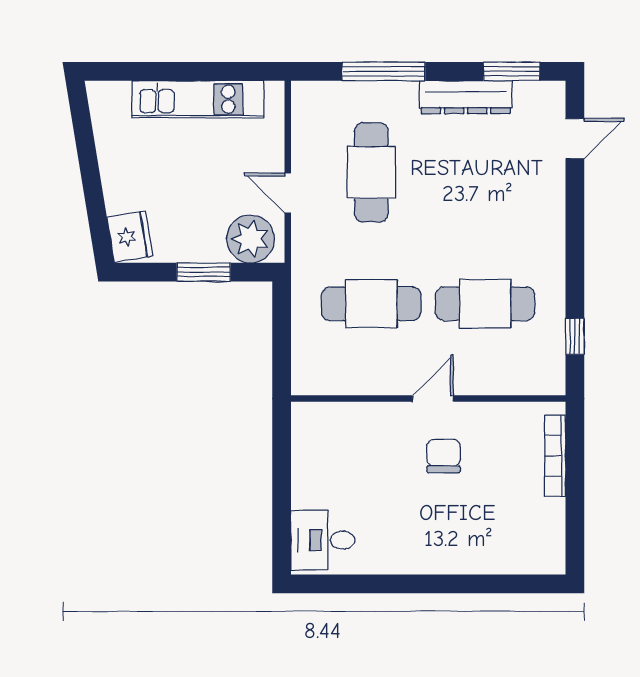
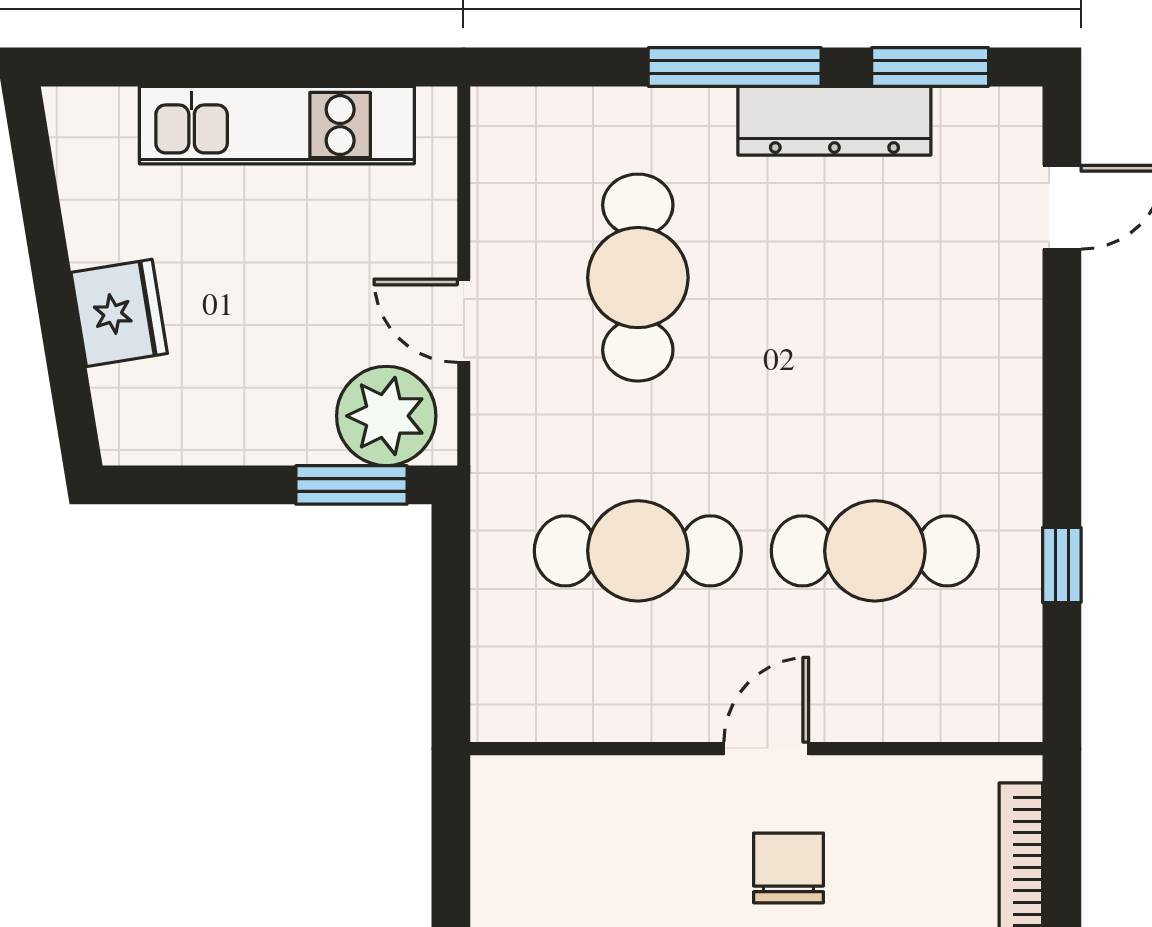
window: (384, 71) -> (735, 67), moved
fridge: (130, 236) -> (119, 313), moved
window: (204, 272) -> (351, 485), moved
window: (575, 336) -> (1062, 565), moved

